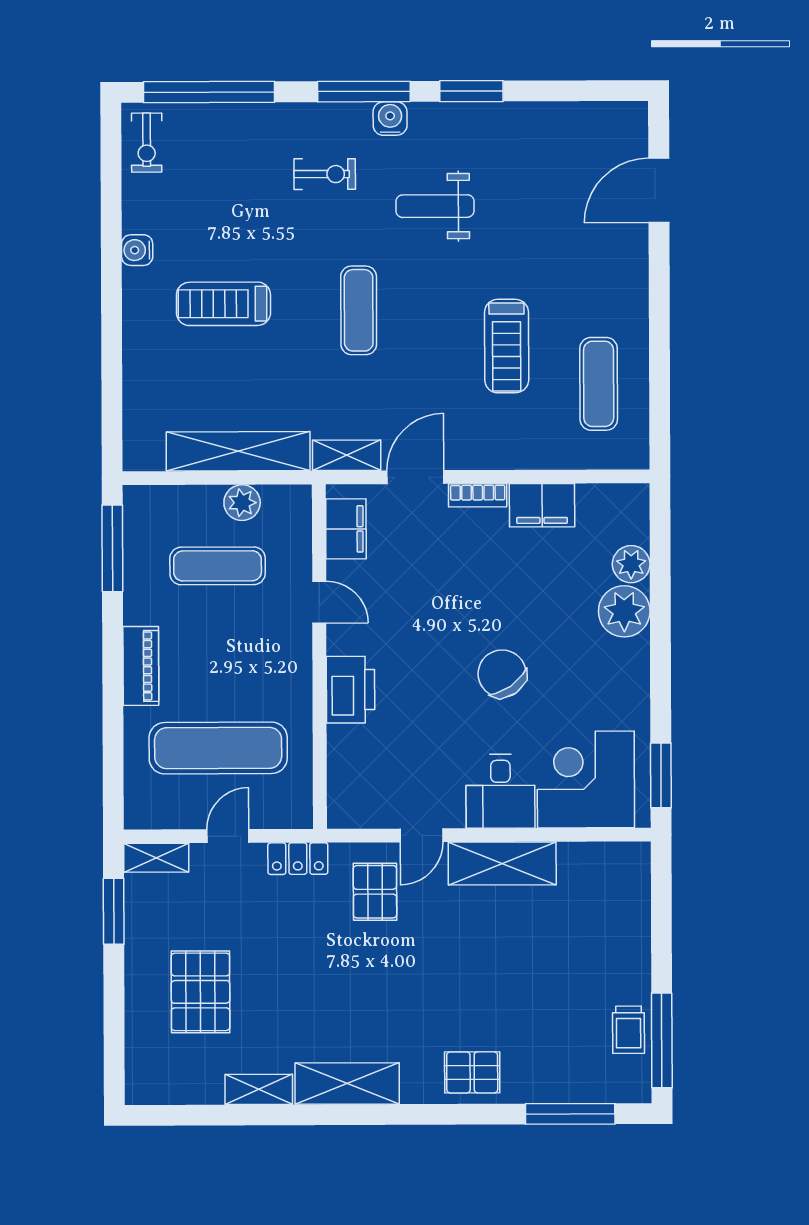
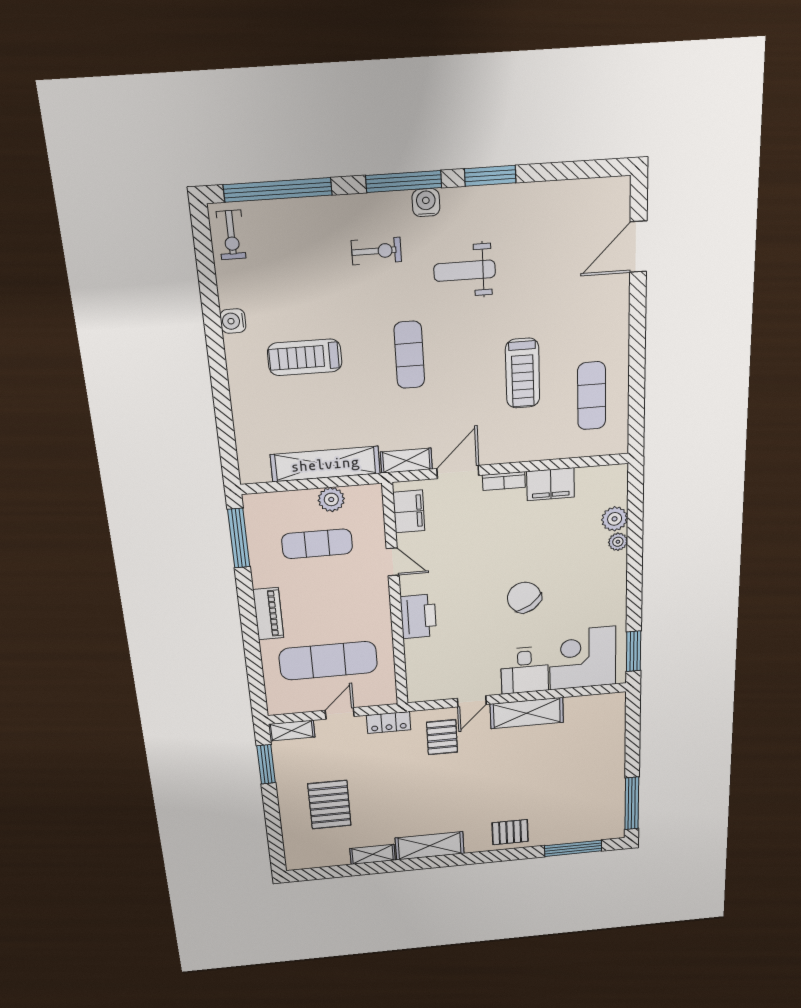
plant: (624, 611) -> (618, 542), width x0.53, depth x0.53
trolley: (629, 1030) -> (610, 800), removed

